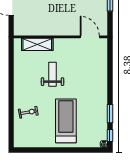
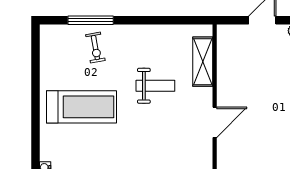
door: (90, 37) -> (215, 122), moved
window: (11, 115) -> (91, 20), added

